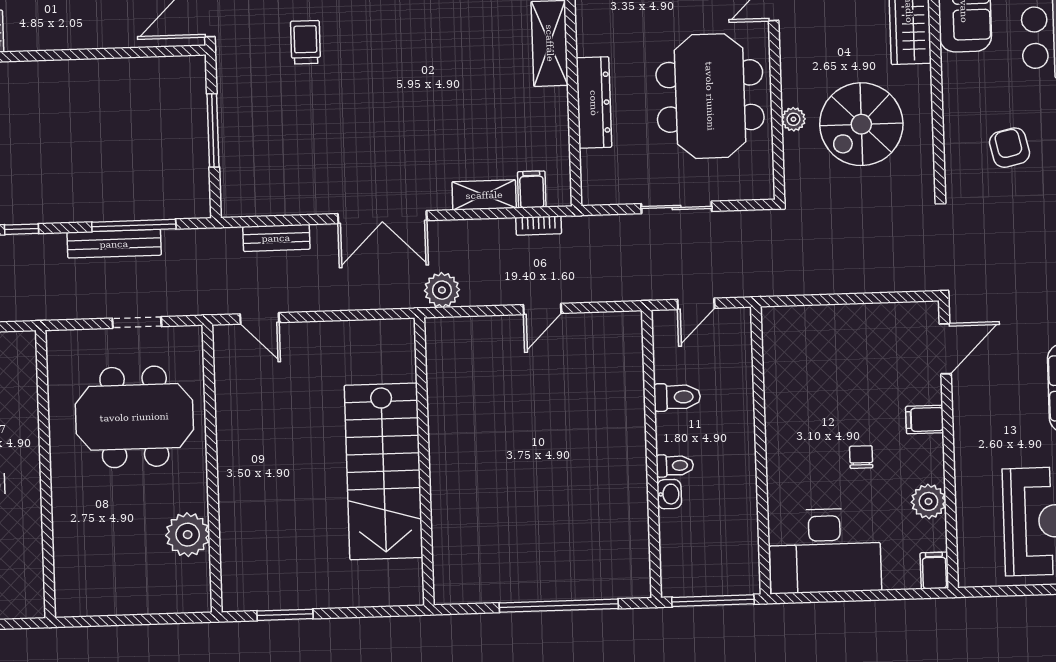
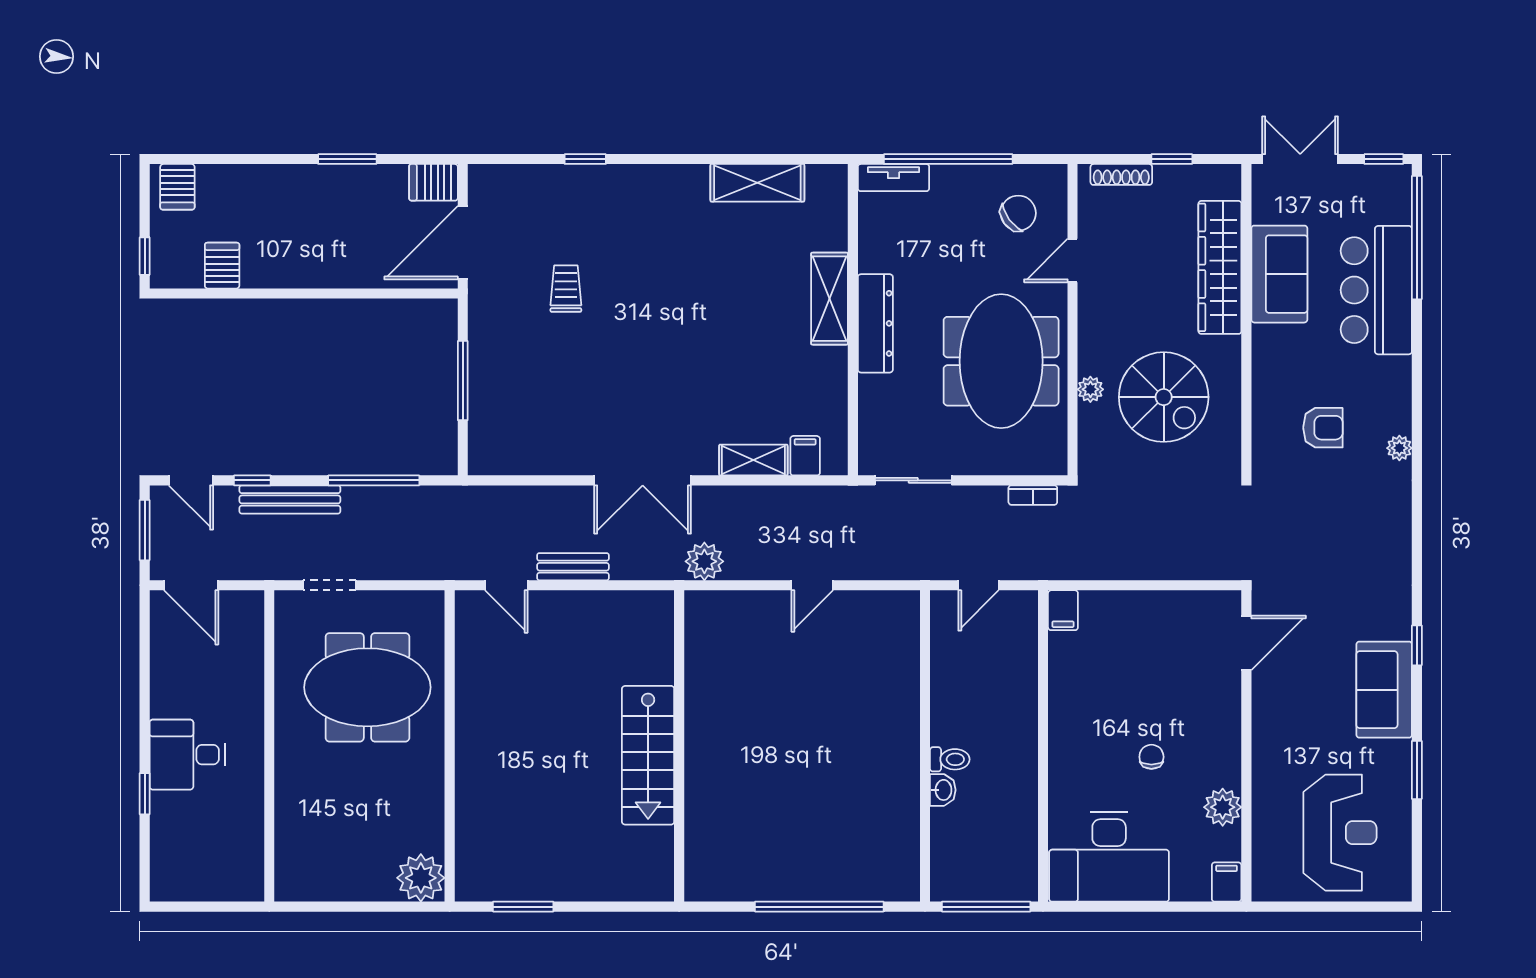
dresser: (594, 103) -> (875, 323), moved
spiral stairs: (861, 124) -> (1164, 397), turned -90
armchair: (1010, 148) -> (1323, 428), turned 103
sliding door: (677, 207) -> (913, 480), moved
bookcase: (539, 226) -> (1033, 495), moved
bench: (276, 238) -> (573, 567), moved
bench: (114, 244) -> (290, 499), moved
doorway: (137, 322) -> (329, 585), moved
toilet: (677, 397) -> (955, 685), removed
filing cabinet: (925, 420) -> (1063, 610), moved, turned -90
stairs: (384, 471) -> (648, 755), width x0.73, depth x0.66
plant: (188, 535) -> (421, 878), moved

